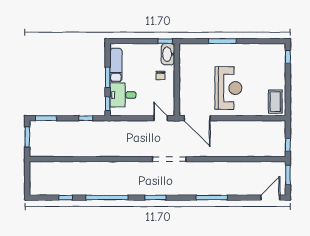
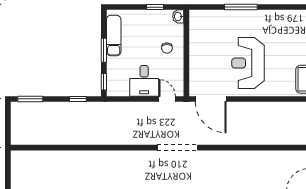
window: (165, 41) -> (155, 7), moved
washbasin: (168, 54) -> (178, 16), width x0.52, depth x0.69
reception desk: (228, 88) -> (248, 63), turned 180
desk: (123, 95) -> (144, 81), moved, turned -90
window: (27, 137) -> (8, 121), removed

